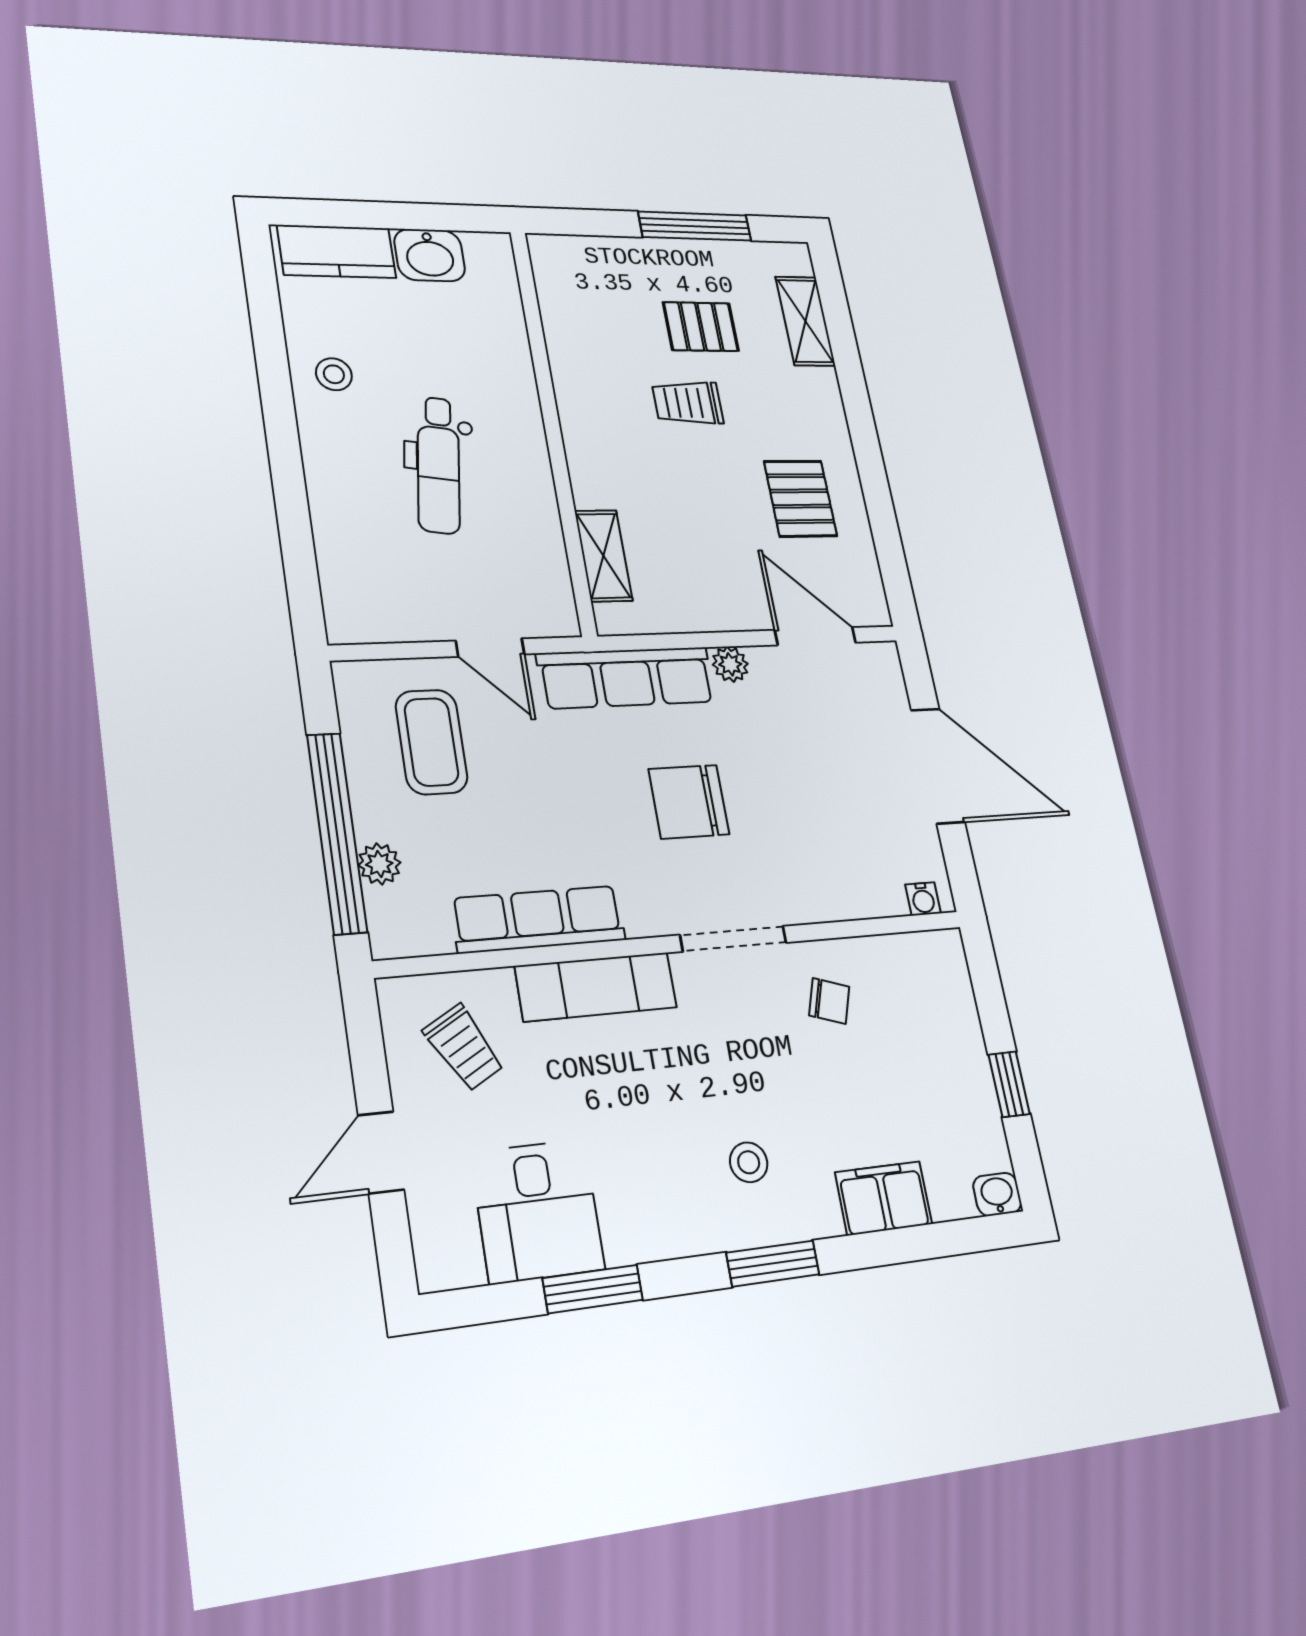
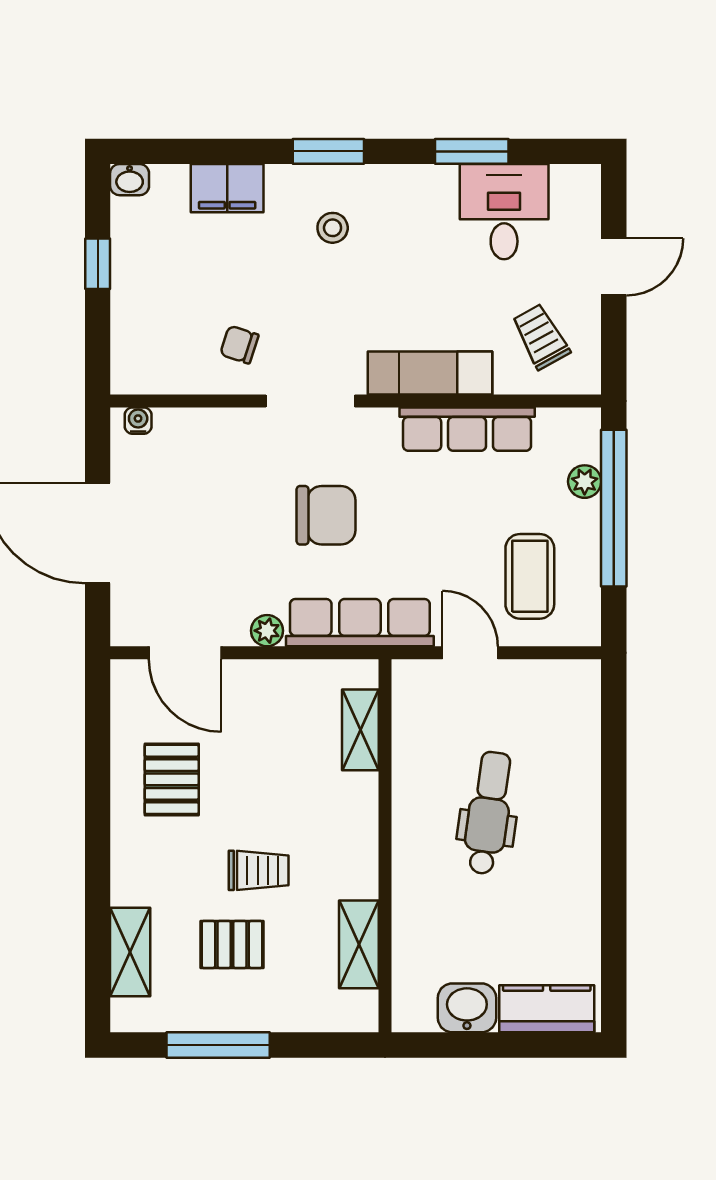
shelving: (563, 324) -> (359, 944), added
stool: (334, 374) -> (564, 895), removed

